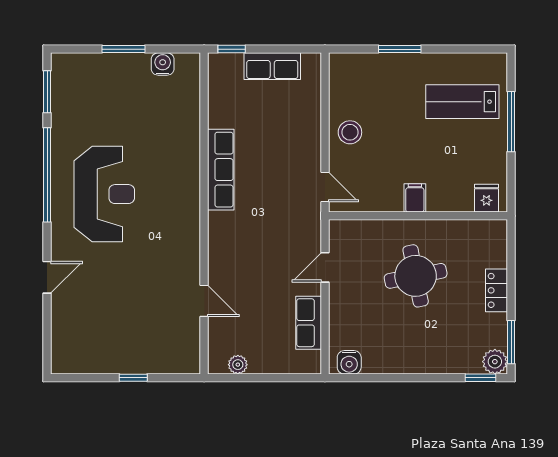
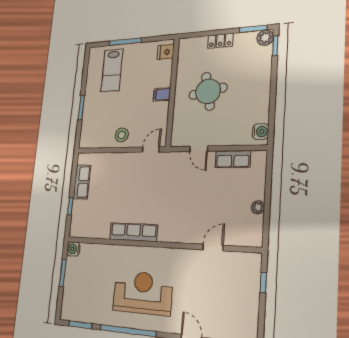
row of seats: (221, 170) -> (133, 232), moved
wall: (204, 213) -> (158, 244), moved
door: (204, 301) -> (213, 247), moved

